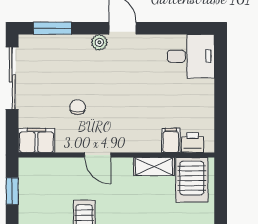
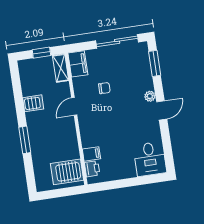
shelving: (154, 167) -> (61, 68), moved

